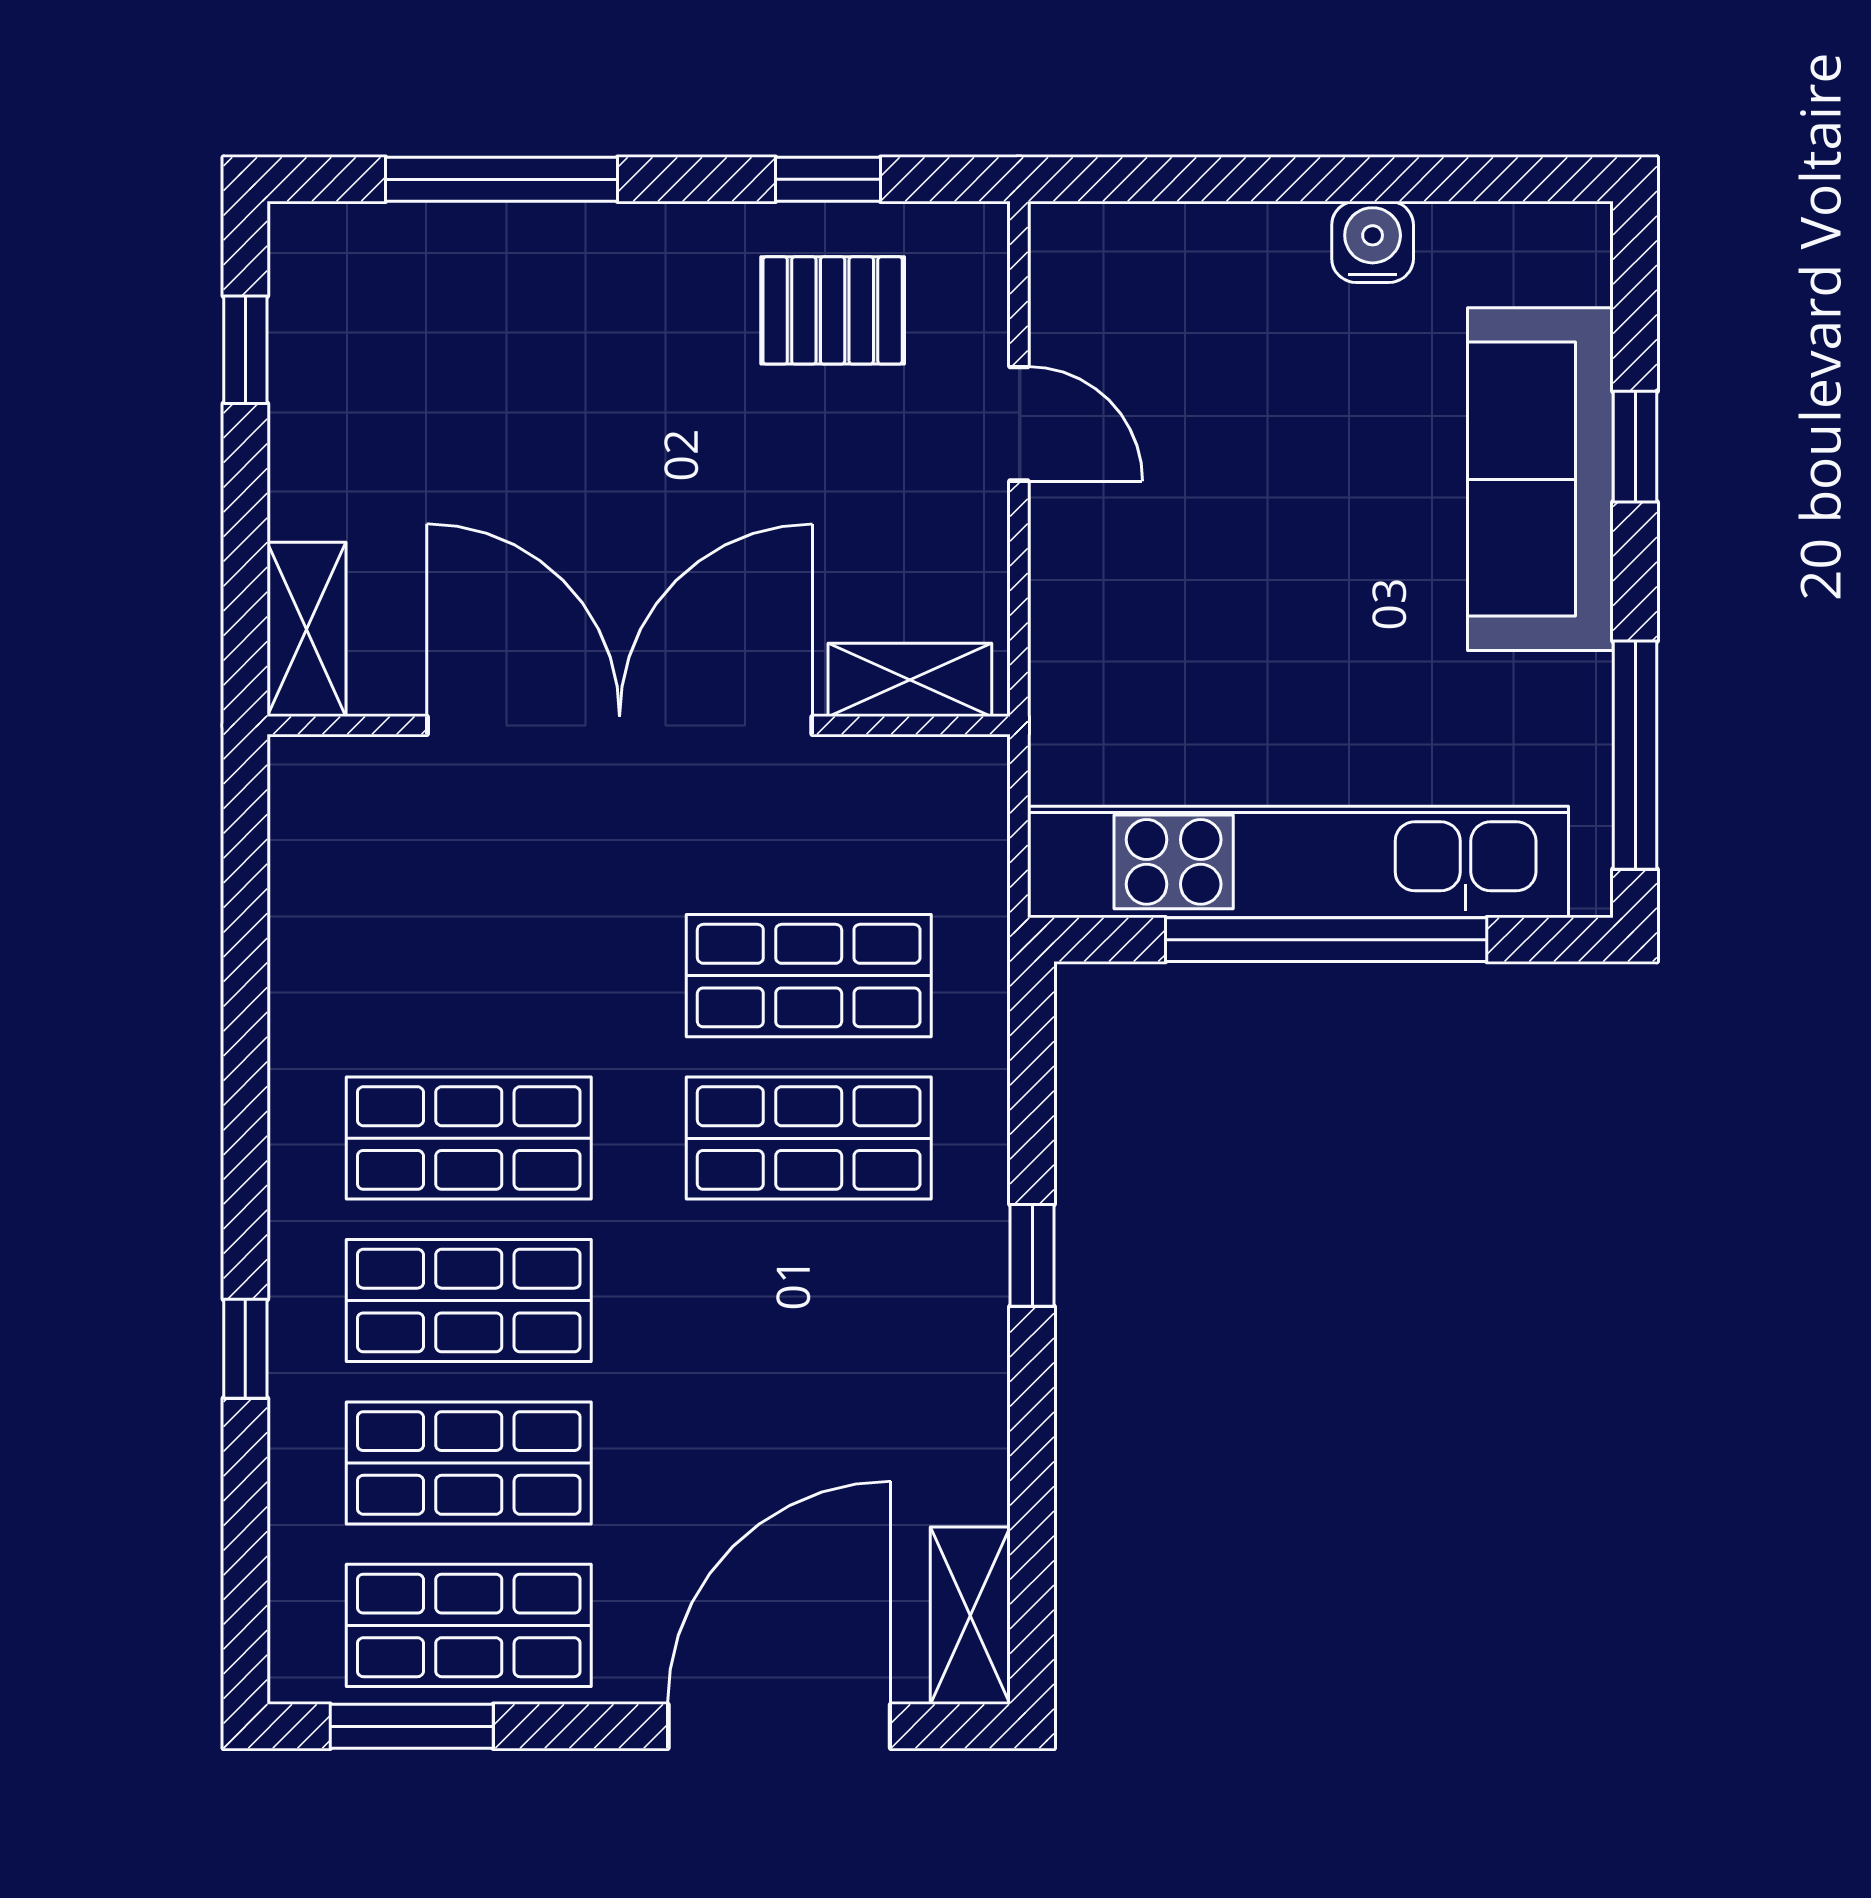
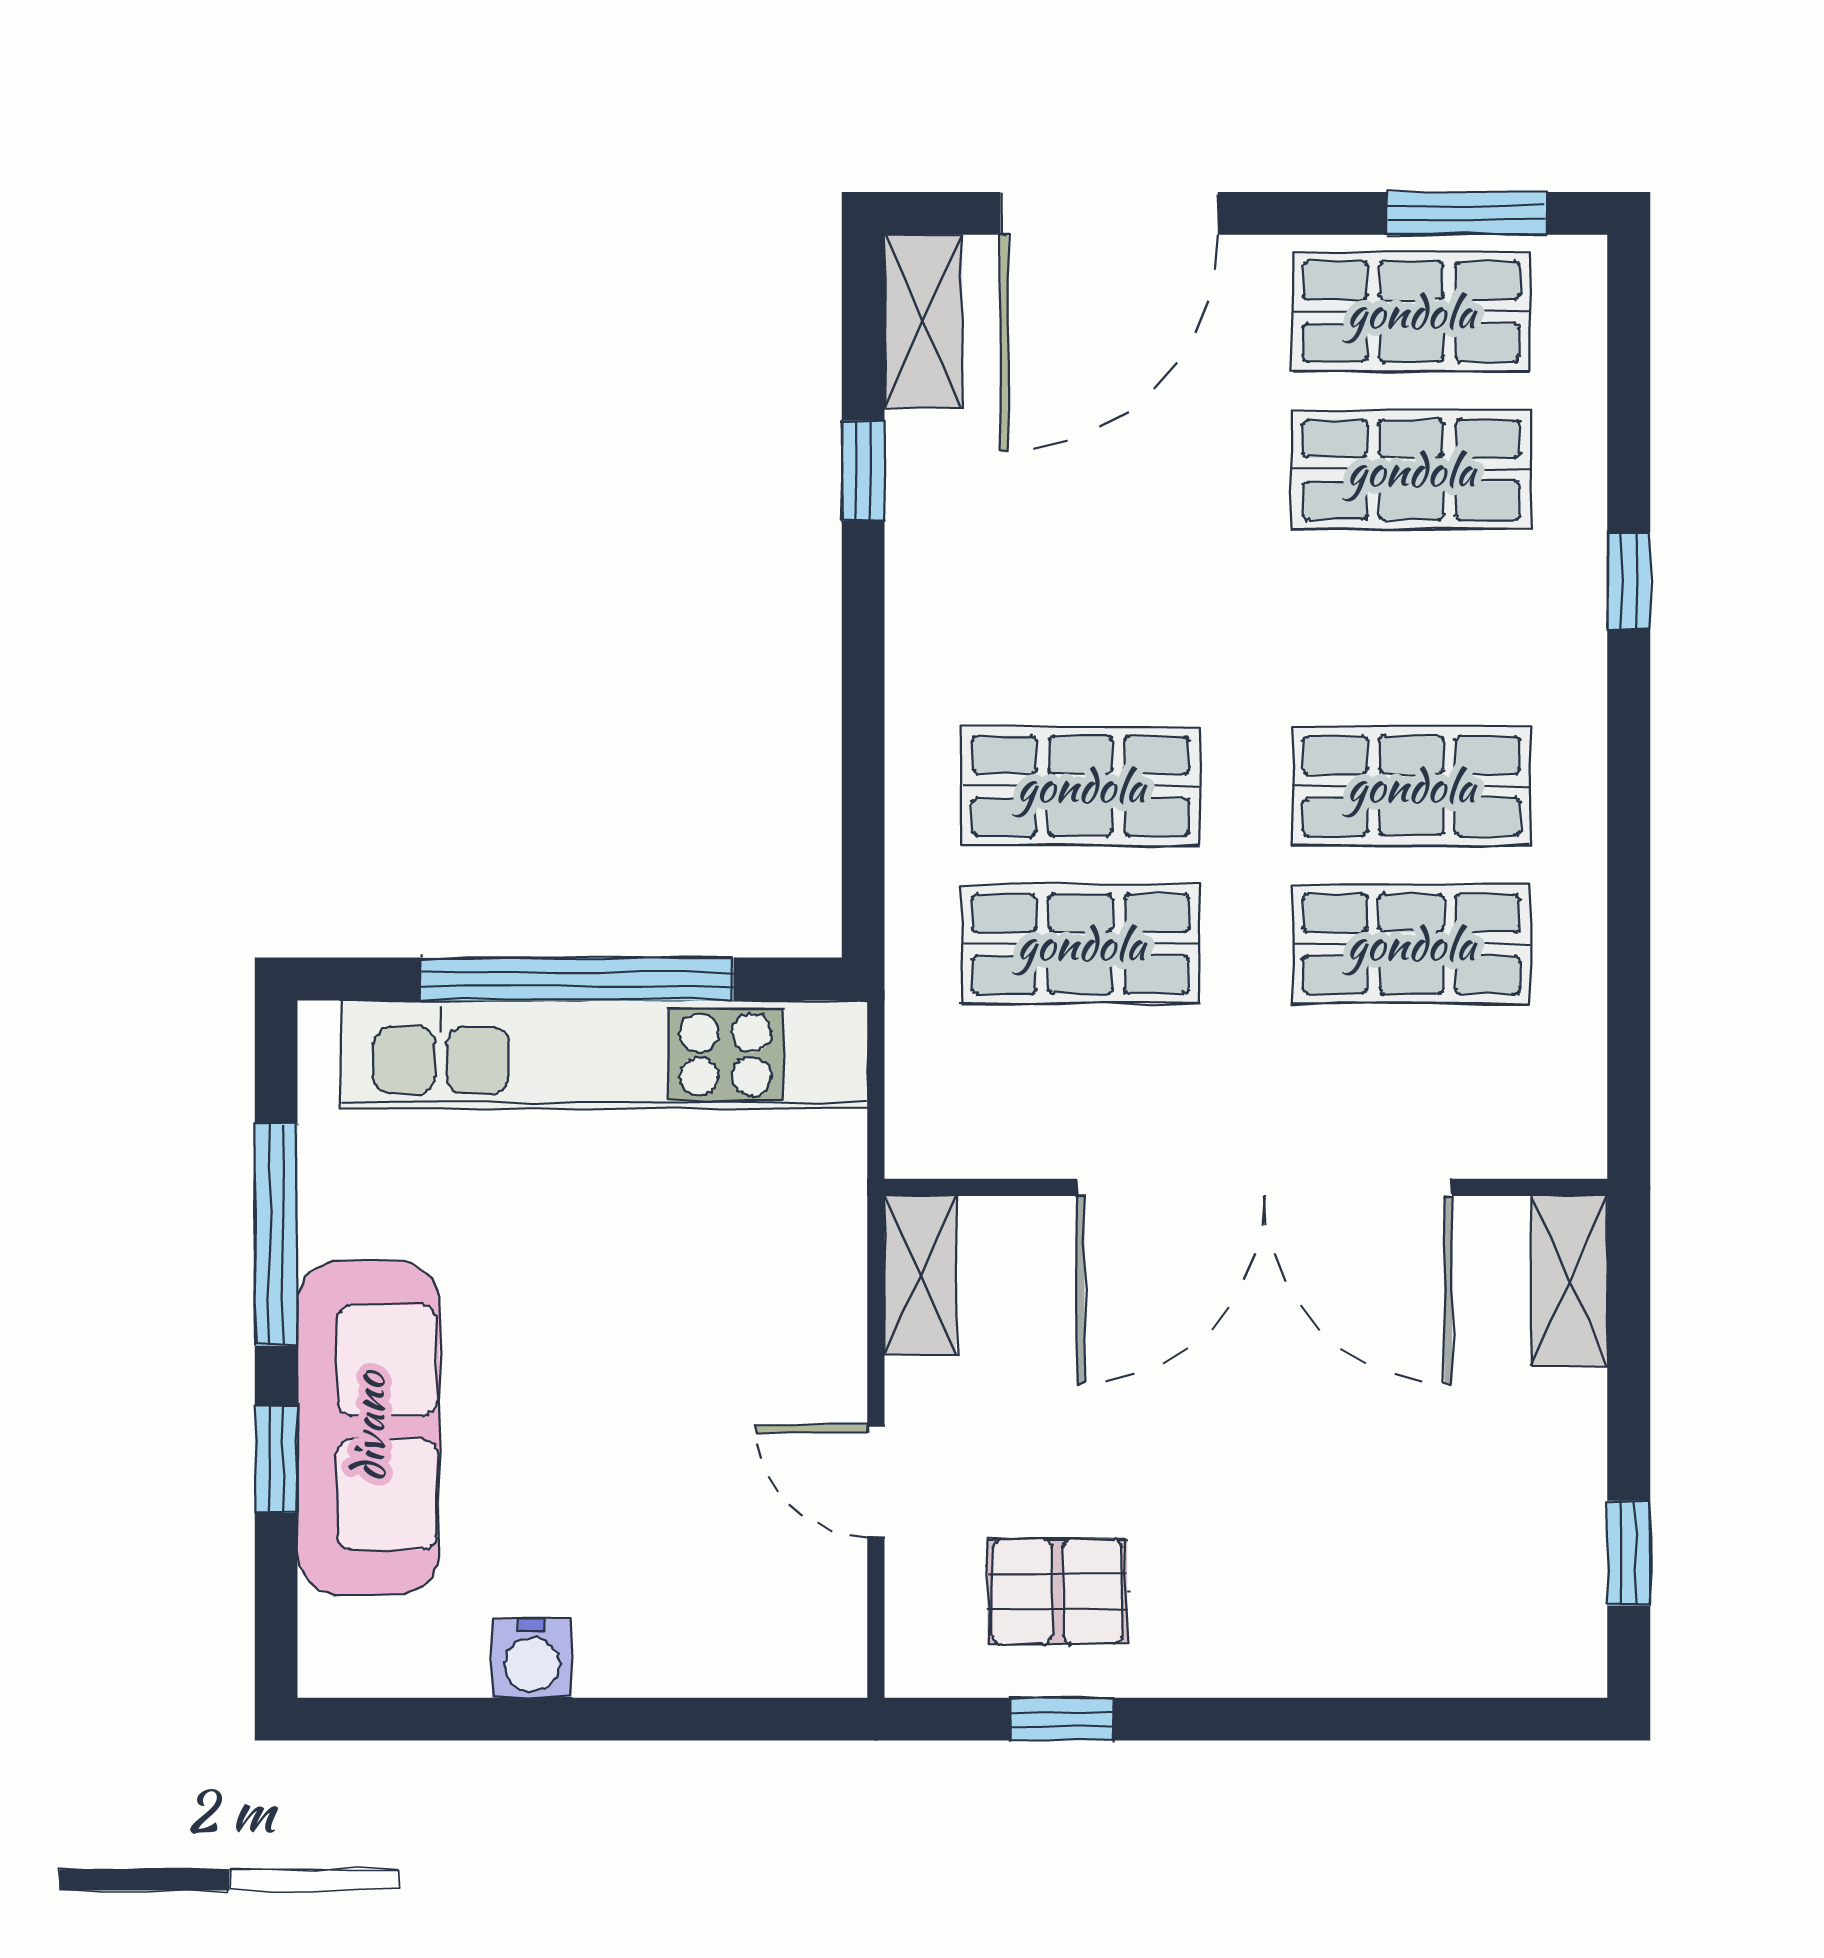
window: (501, 179) -> (1380, 1719), removed
shelving: (910, 680) -> (920, 1275), moved, turned 90
window: (1635, 755) -> (276, 1235), moved
window: (1032, 1255) -> (863, 470), moved
shop shelf: (469, 1301) -> (1411, 944), moved

